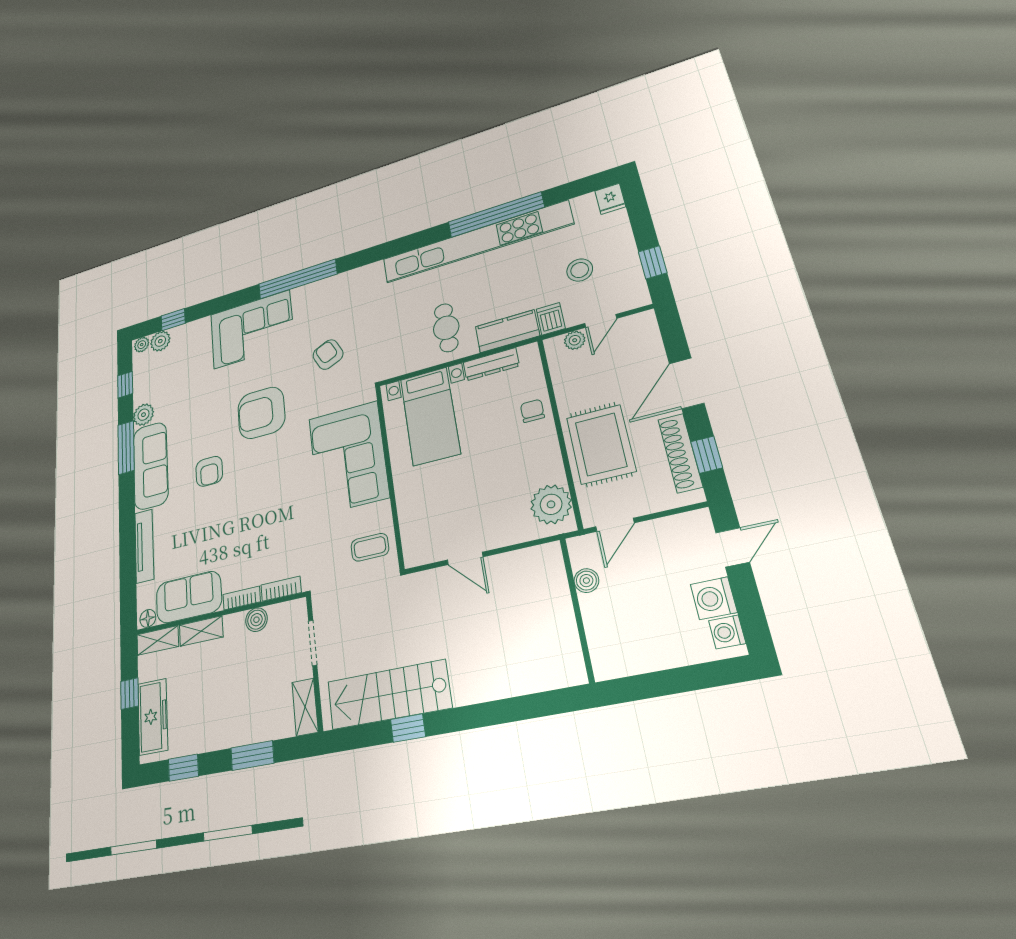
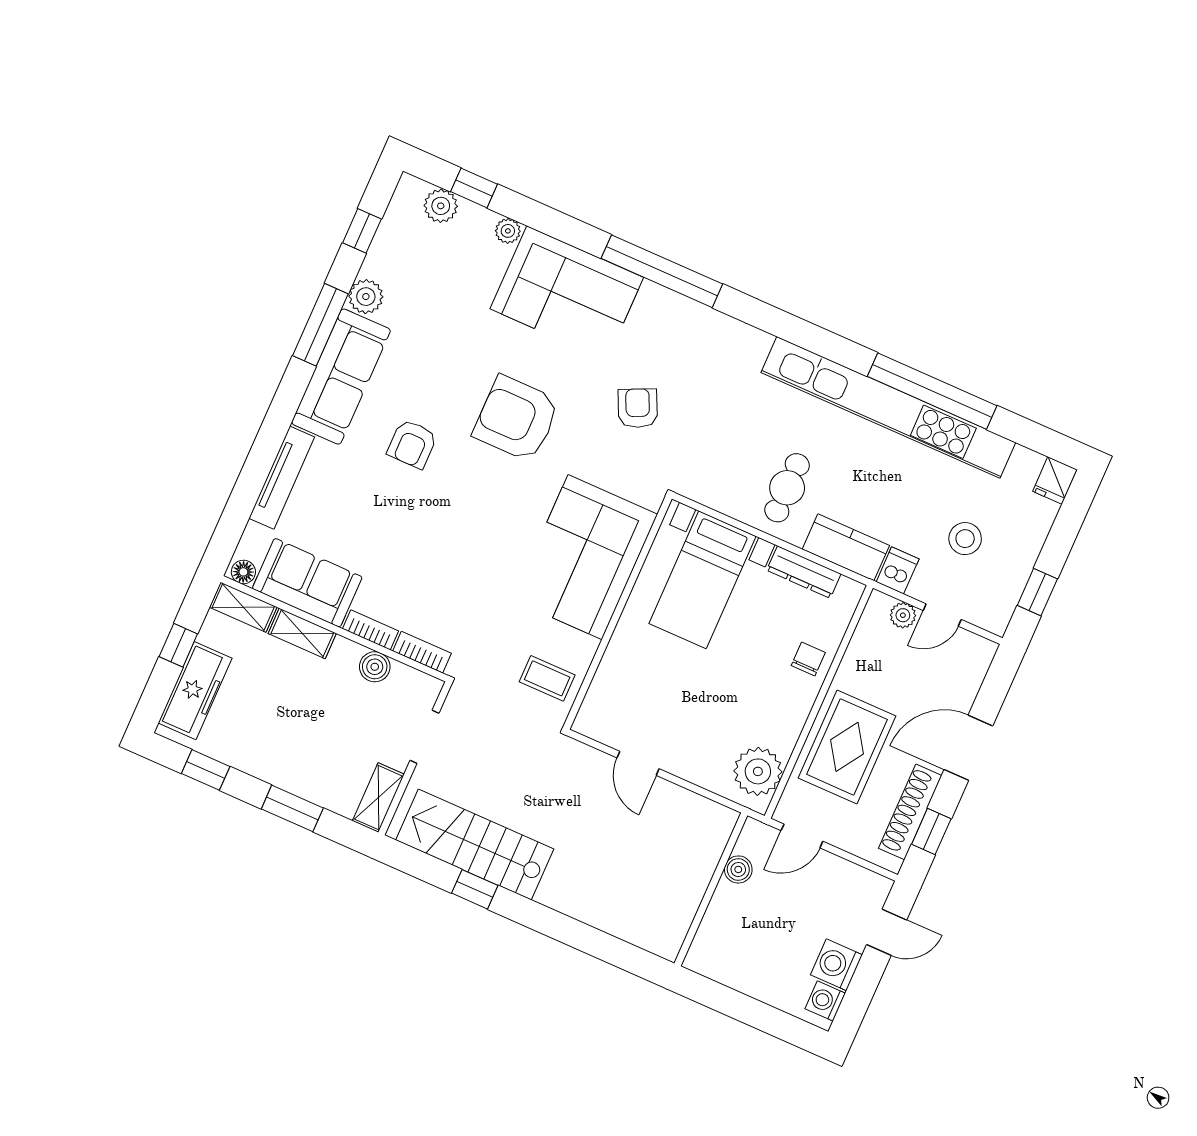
plant: (142, 345) -> (508, 231), moved

